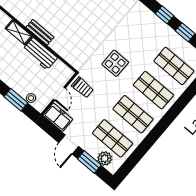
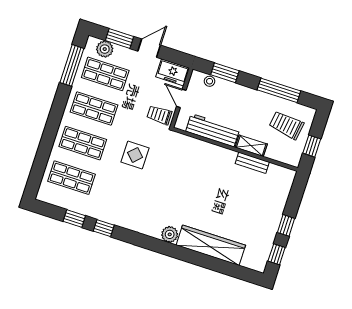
bench: (40, 32) -> (252, 163), moved
workbench: (40, 54) -> (213, 130), width x1.38
door: (69, 145) -> (149, 48), hinge flipped
window: (136, 156) -> (72, 65), added

